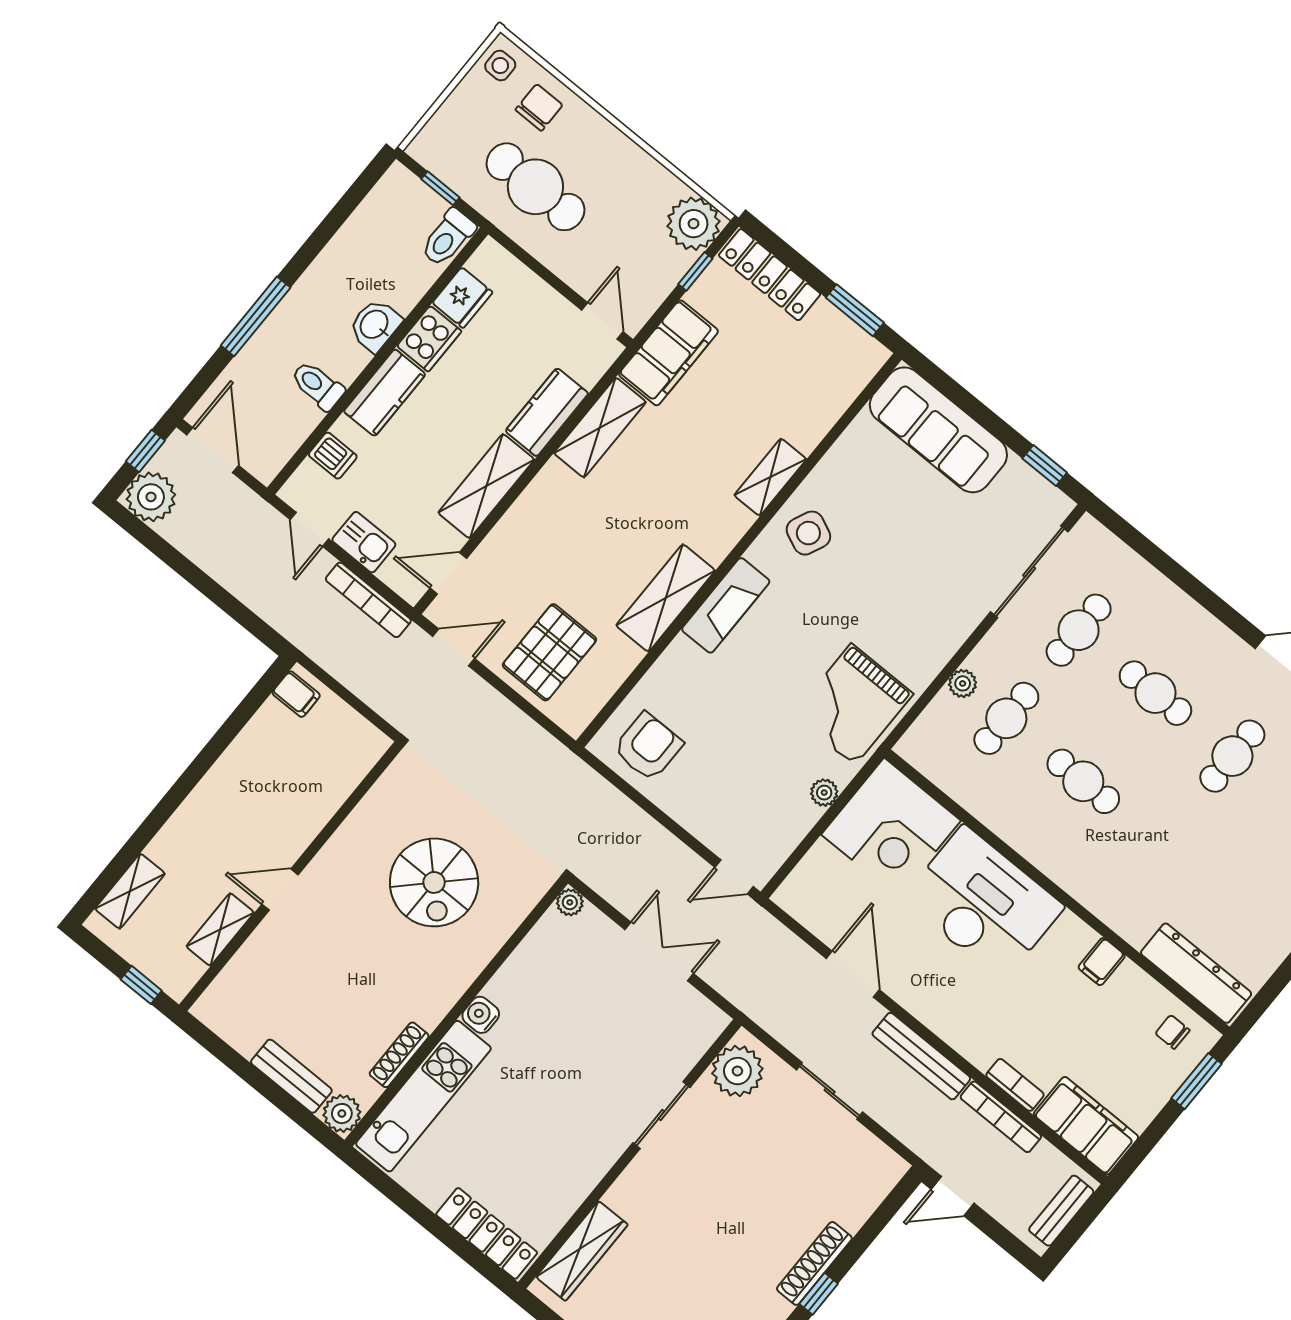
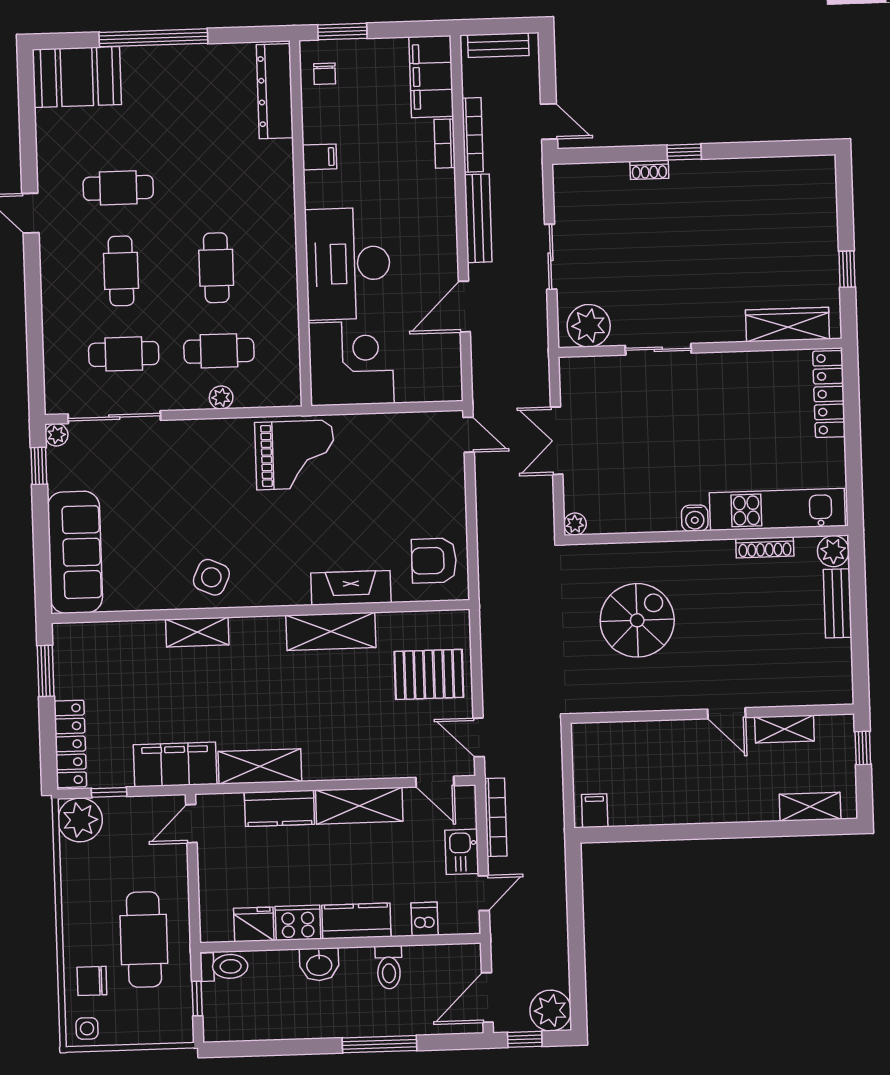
fireplace: (726, 605) -> (351, 588), moved
plant: (824, 793) -> (56, 435), moved
shoe rack: (814, 1263) -> (649, 170), width x0.51, depth x0.81

